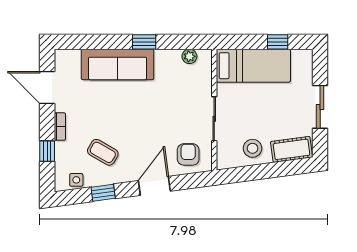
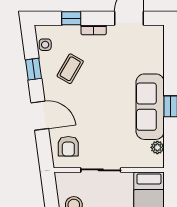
sofa: (117, 64) -> (150, 107), moved
armchair: (188, 154) -> (68, 146), turned 90

